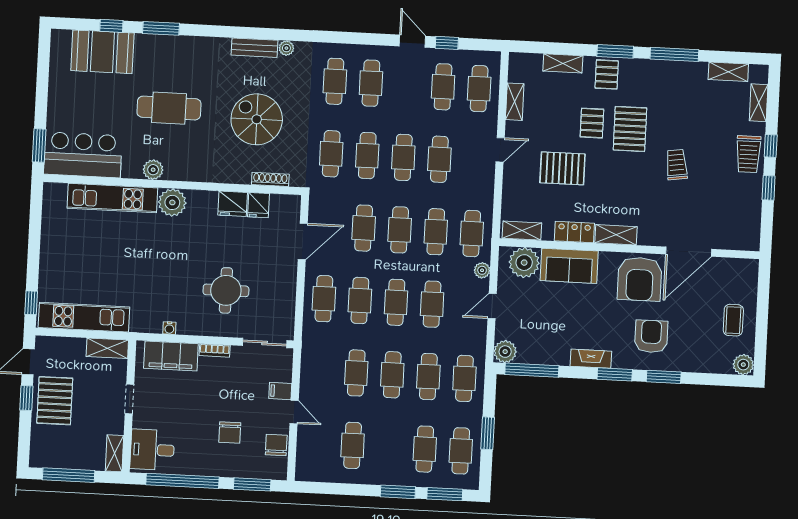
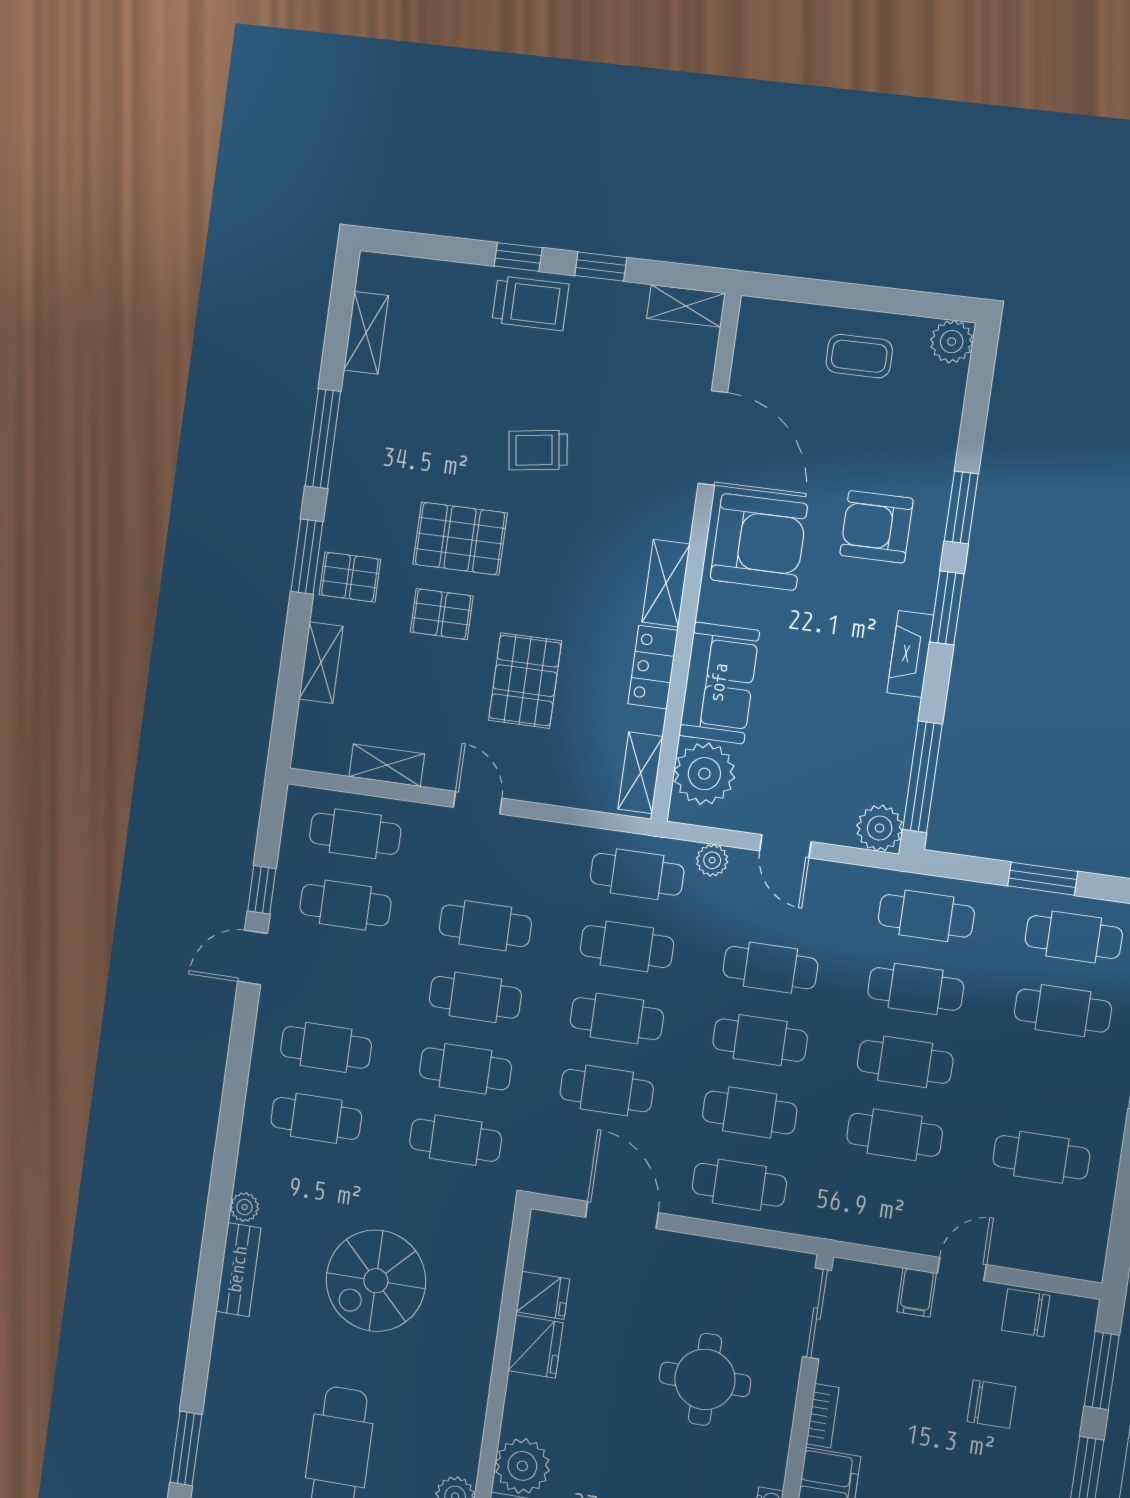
shelving: (759, 103) -> (686, 306), moved
shoe rack: (270, 179) -> (495, 1266), removed

